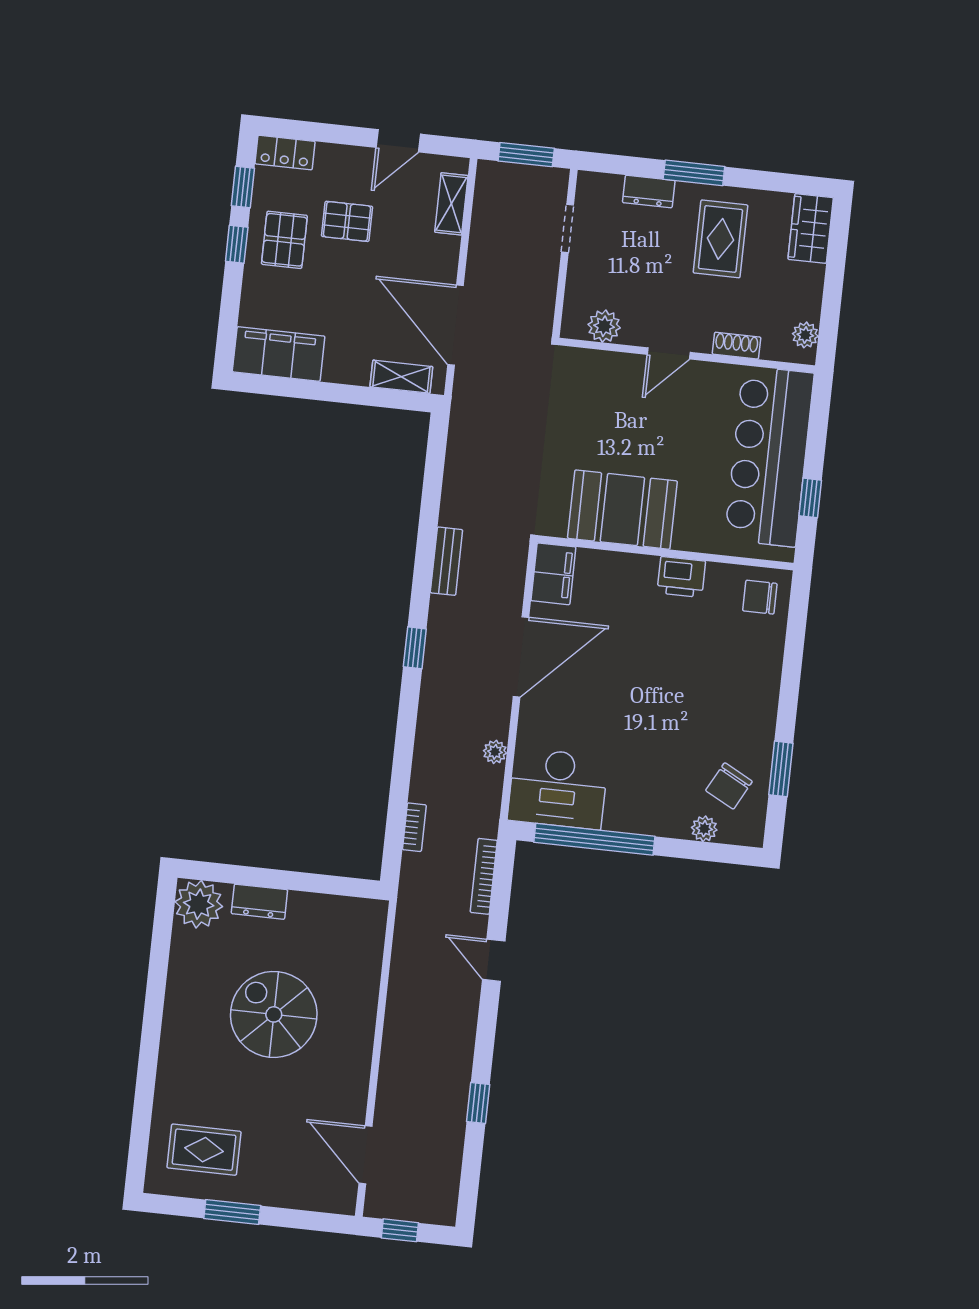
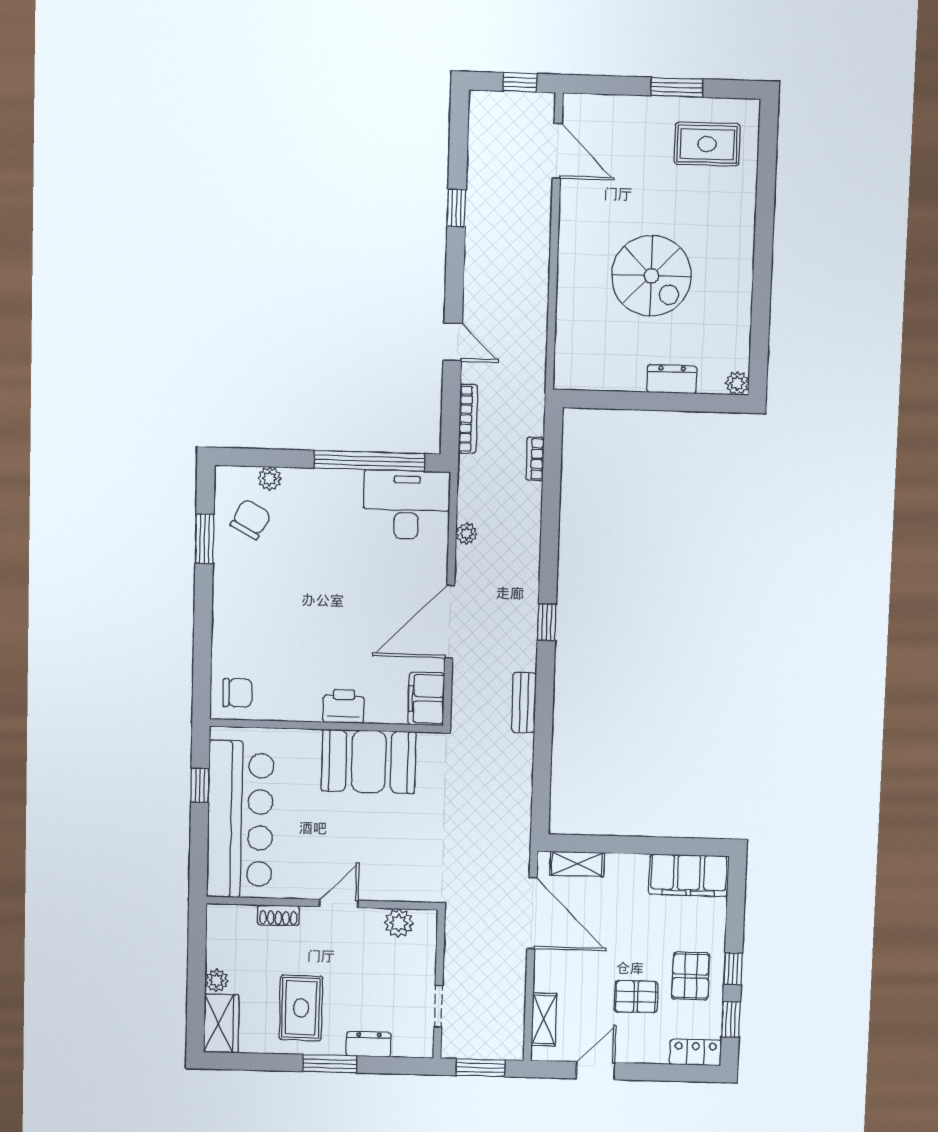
plant: (805, 335) -> (216, 980), moved
printer: (681, 577) -> (344, 706), moved
plant: (199, 904) -> (737, 383), width x0.53, depth x0.53

